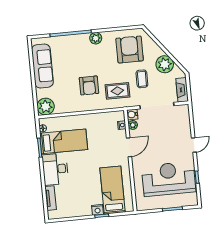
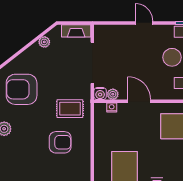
plant: (165, 64) -> (44, 42), width x0.53, depth x0.53
coffee table: (142, 79) -> (58, 78), removed
rug: (117, 91) -> (70, 109), turned 90

